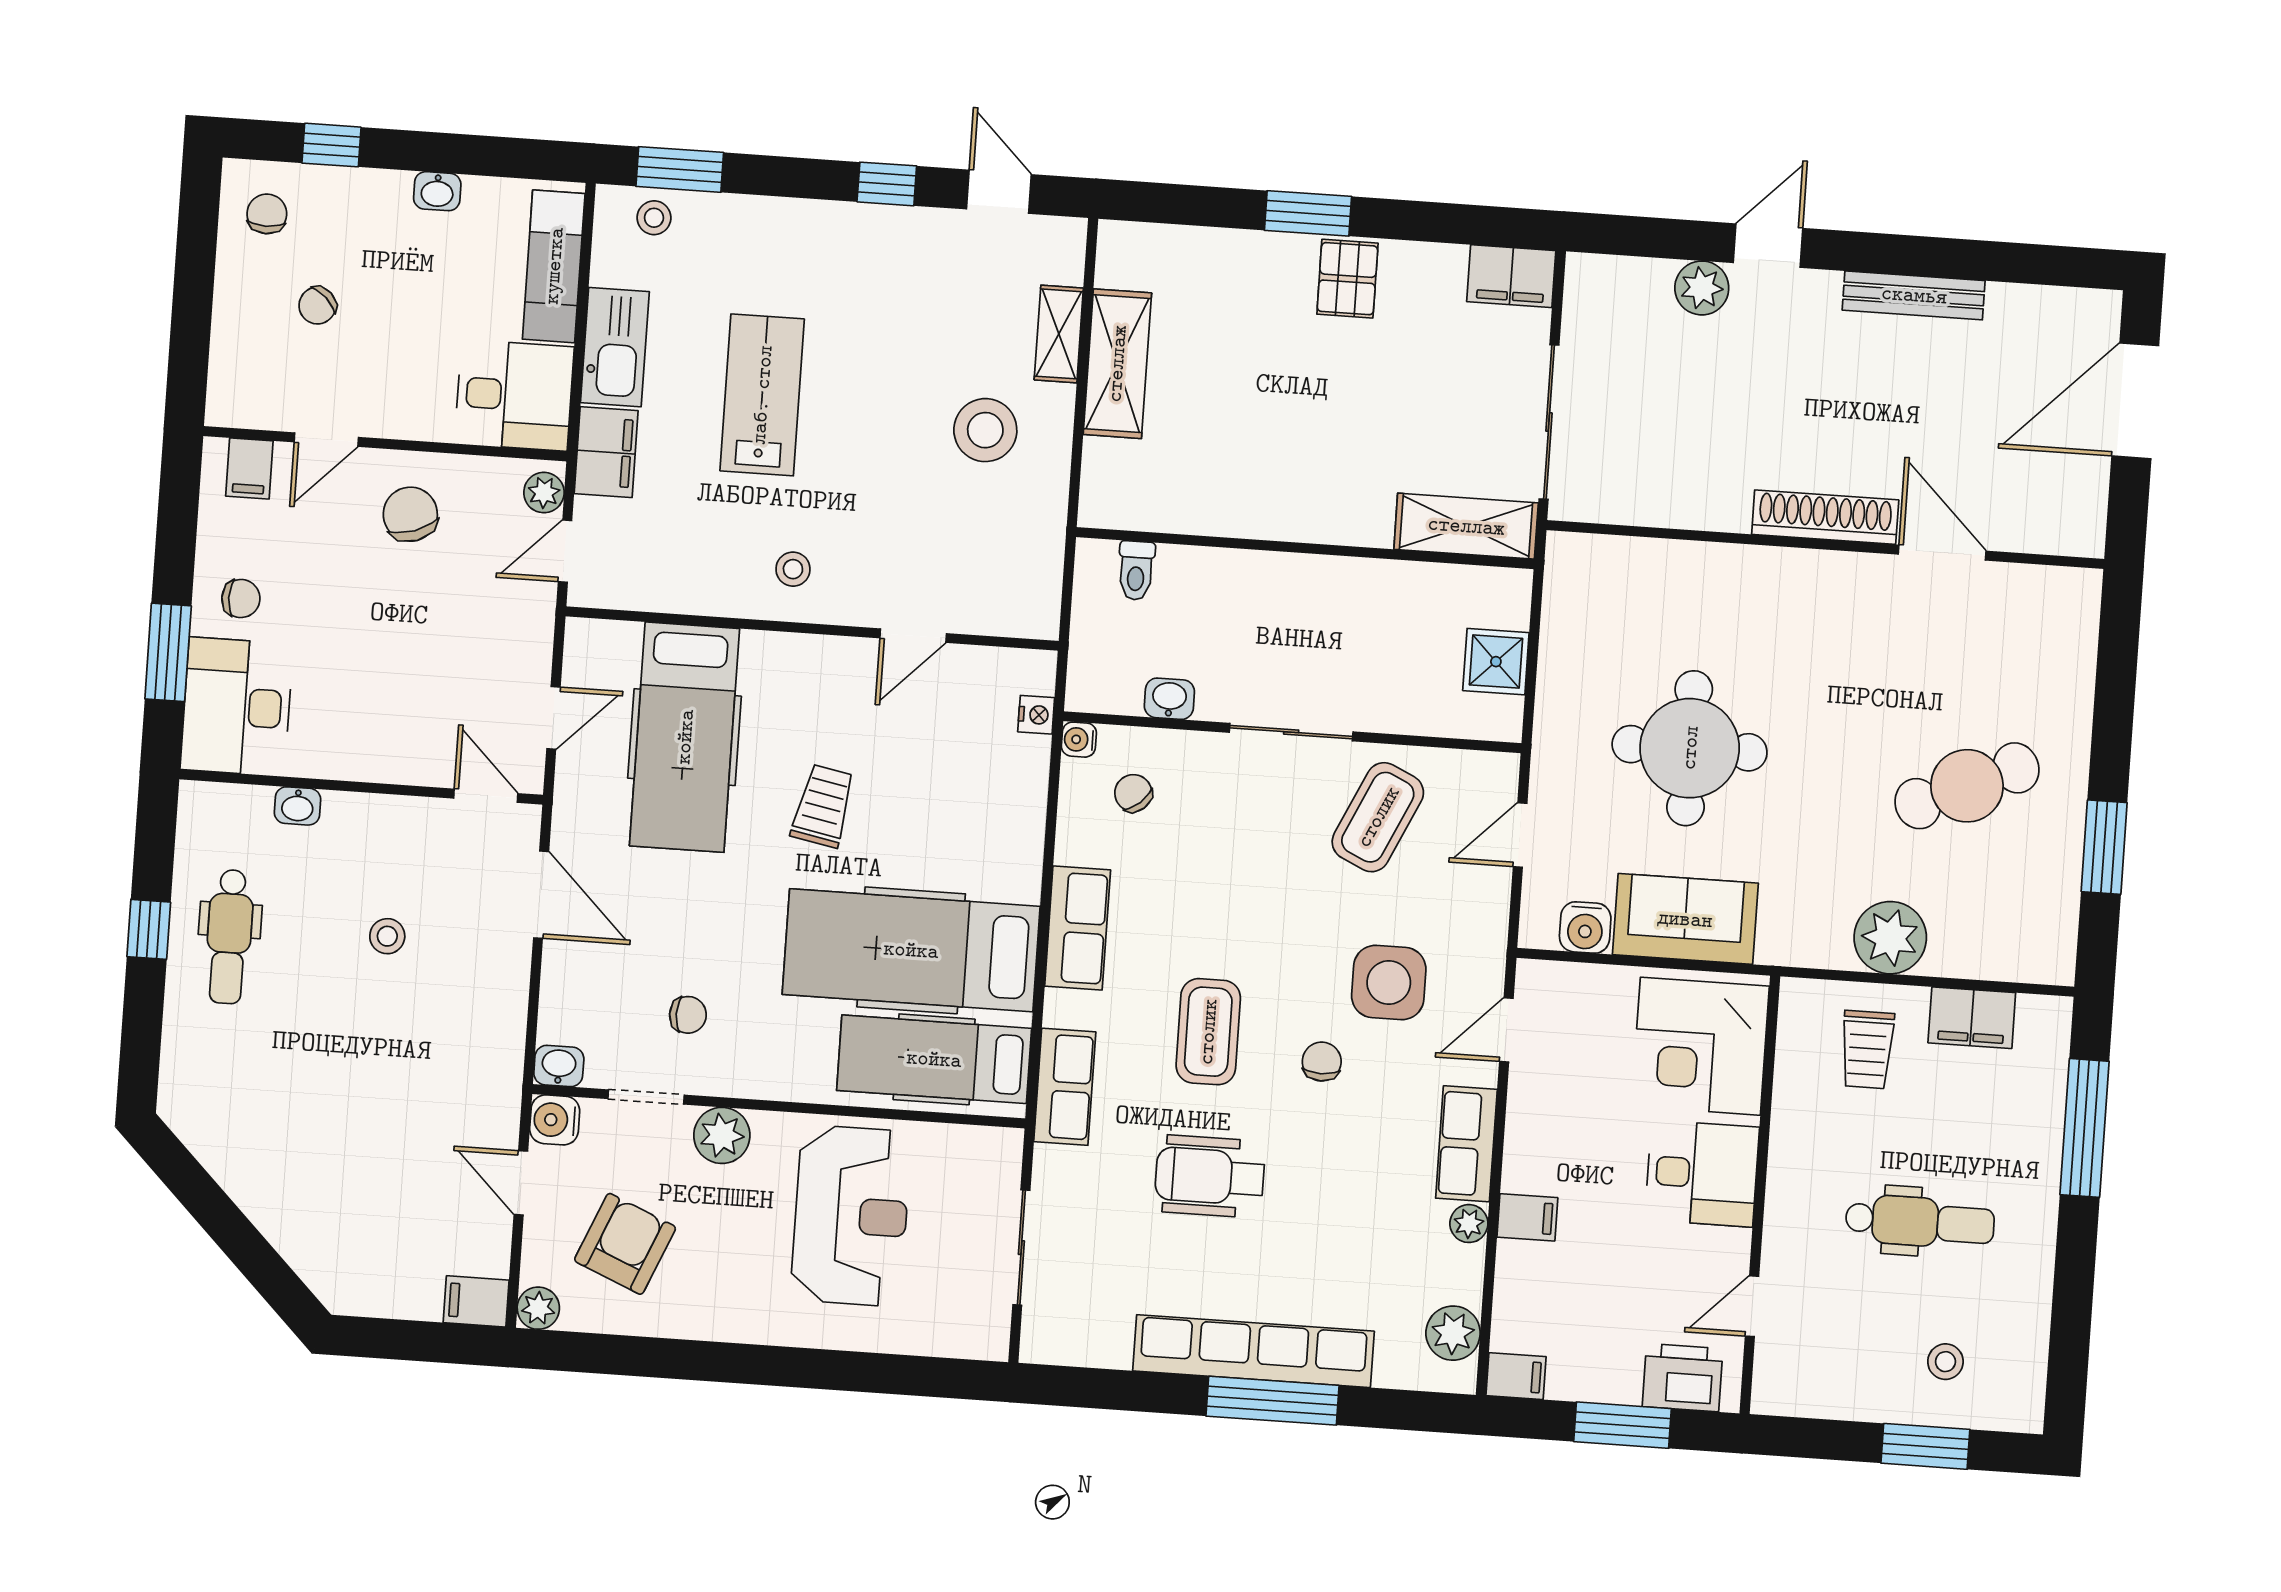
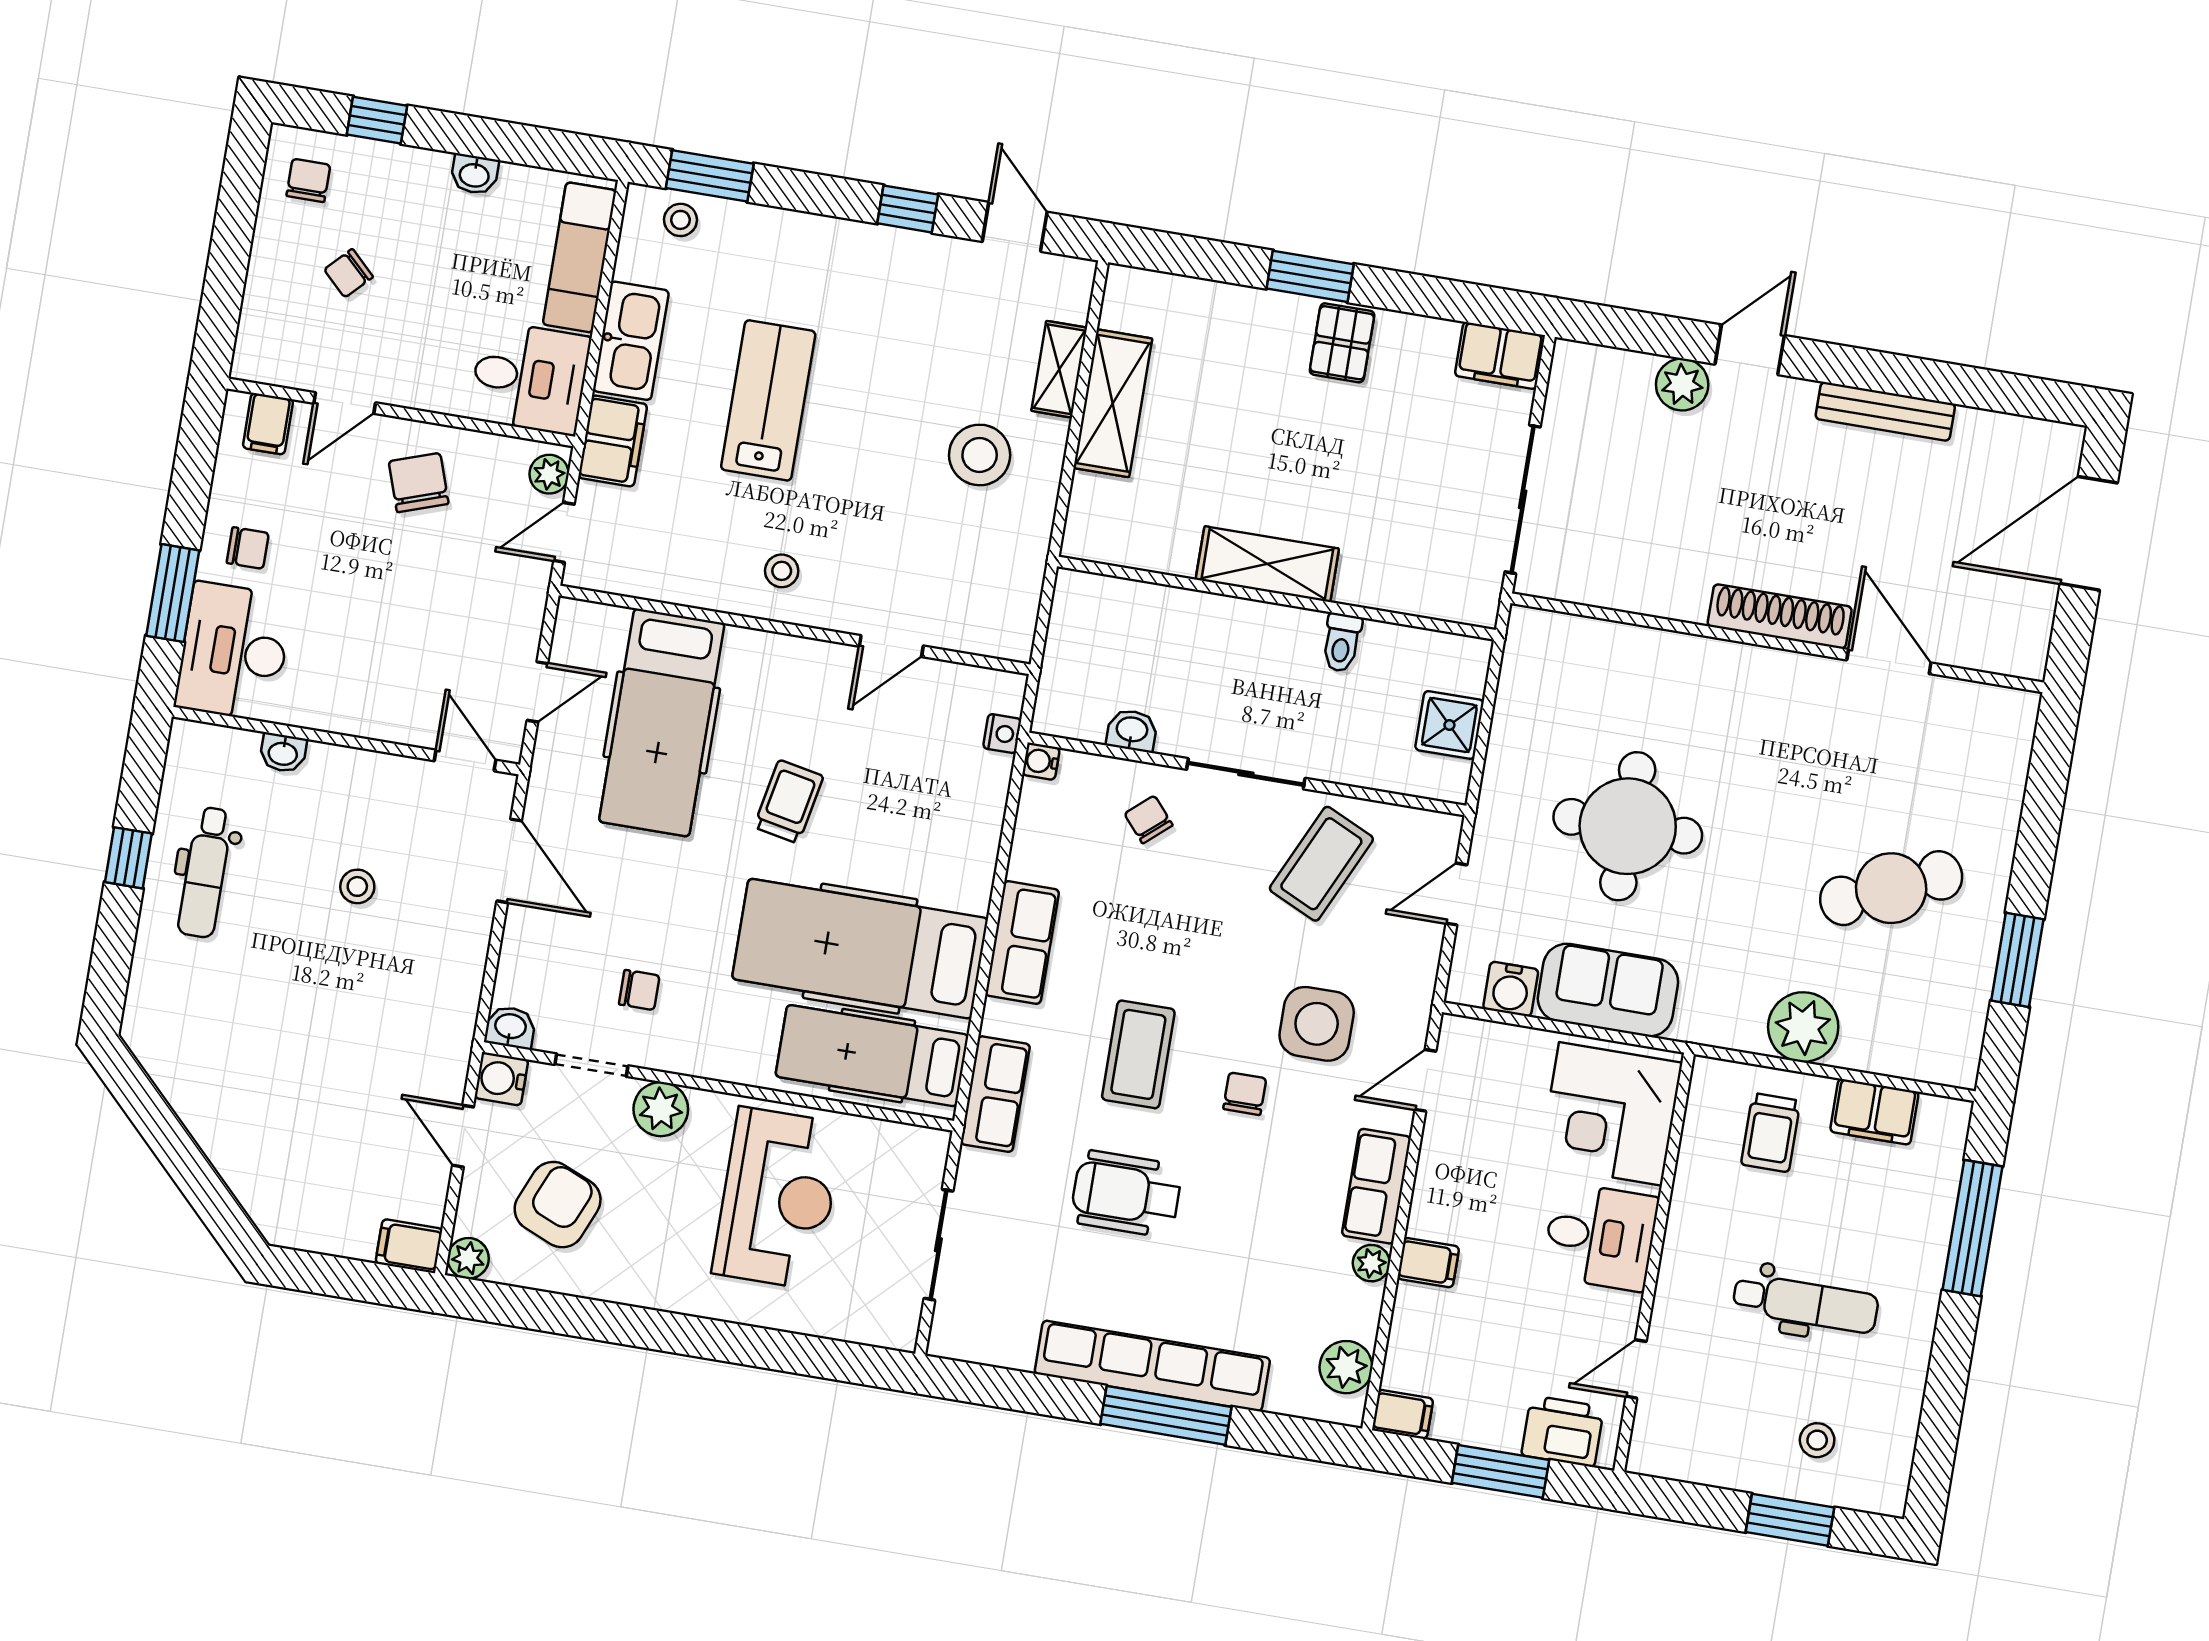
shelving: (1466, 526) -> (1267, 564), moved
toilet: (1136, 571) -> (1342, 643), moved
chair: (1133, 793) -> (1149, 819), moved

